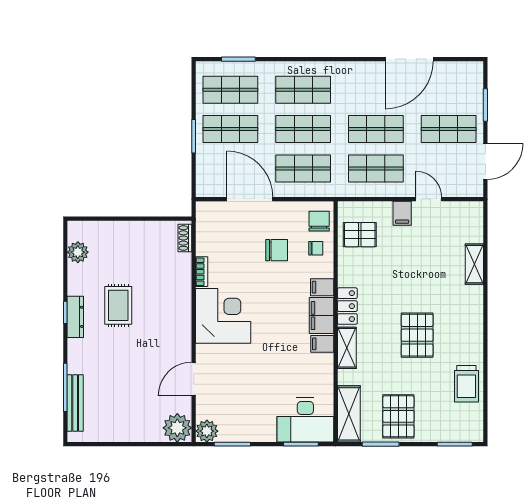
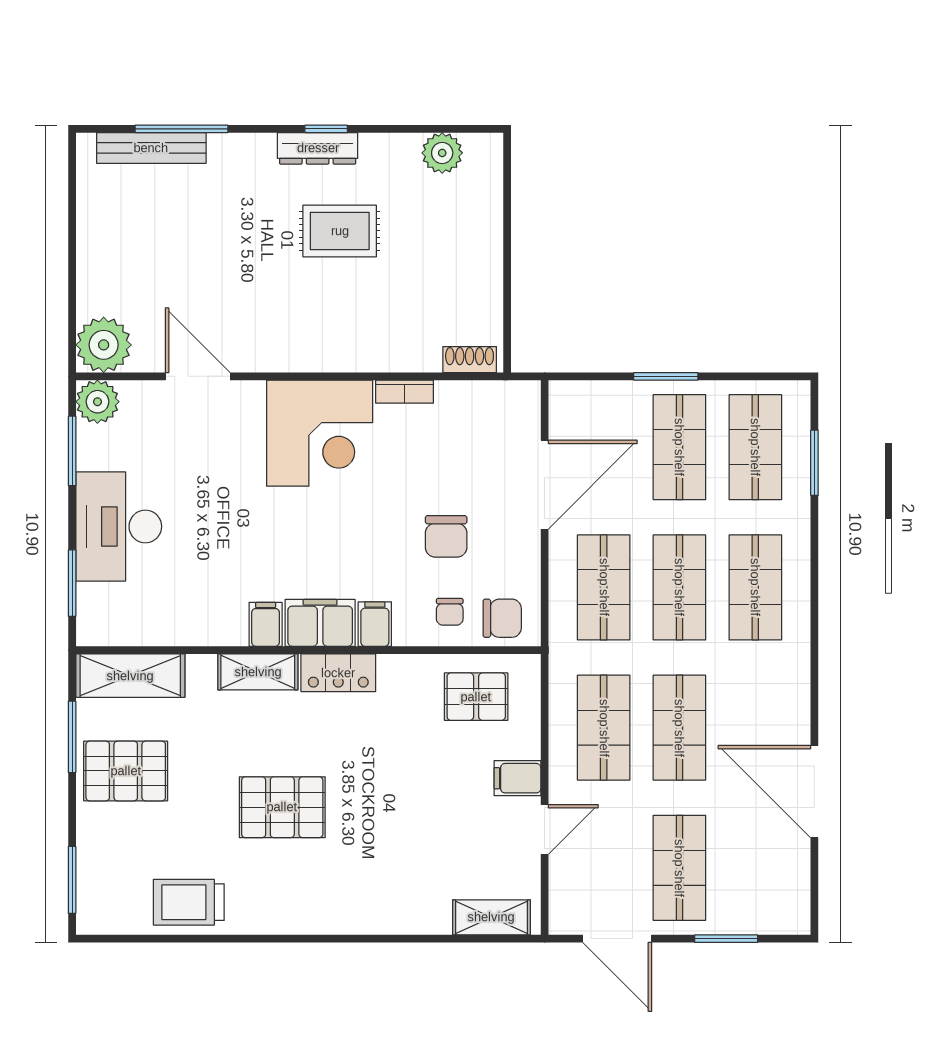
pallet: (360, 235) -> (476, 697), turned 90
shelving: (474, 264) -> (491, 917), moved
desk: (305, 420) -> (119, 526), moved

